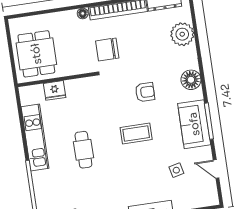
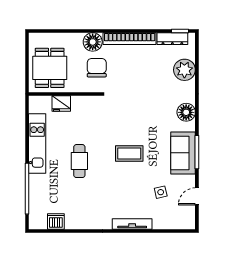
floor lamp: (83, 13) -> (93, 42), width x1.89, depth x1.89
chair: (107, 49) -> (97, 68), moved, turned 90
armchair: (145, 92) -> (143, 117), removed
door: (216, 169) -> (197, 196), hinge flipped

